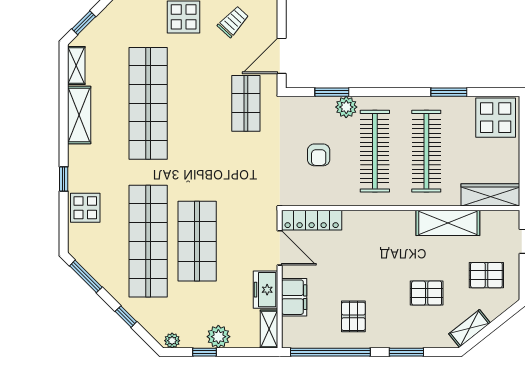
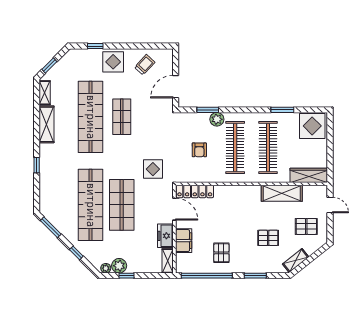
shop shelf: (246, 103) -> (122, 117), moved
display table: (85, 208) -> (153, 169), moved
plant: (218, 337) -> (119, 266), moved

